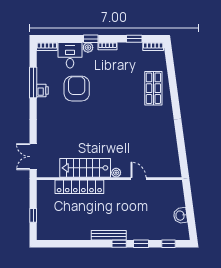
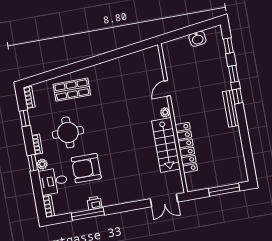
round table: (114, 77) -> (68, 132), added
window: (33, 215) -> (224, 190), width x2.17

